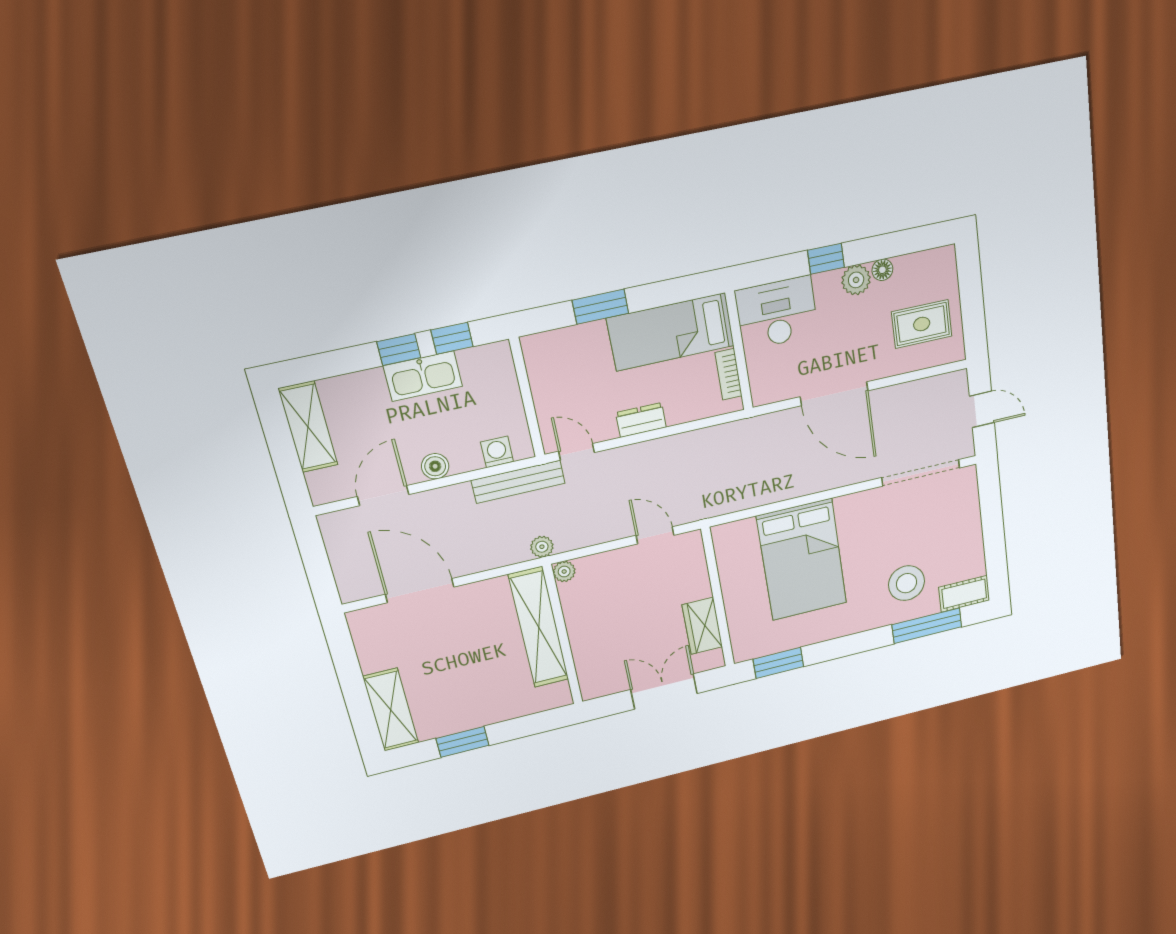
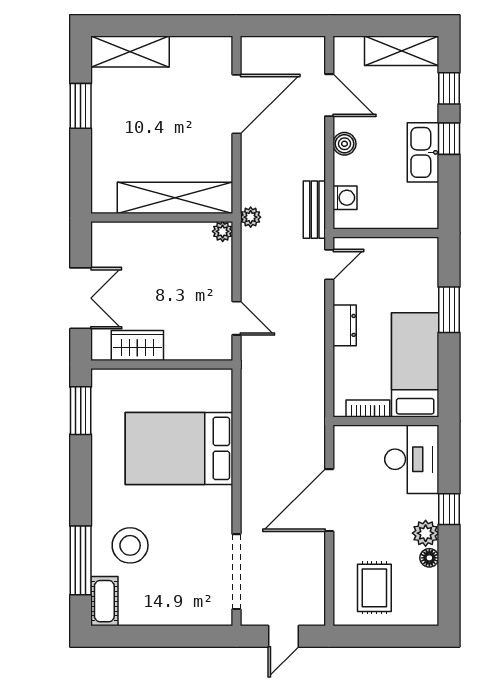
window: (452, 338) -> (449, 88), moved
bench: (518, 482) -> (314, 210), width x0.73
door: (655, 535) -> (236, 318), hinge flipped

